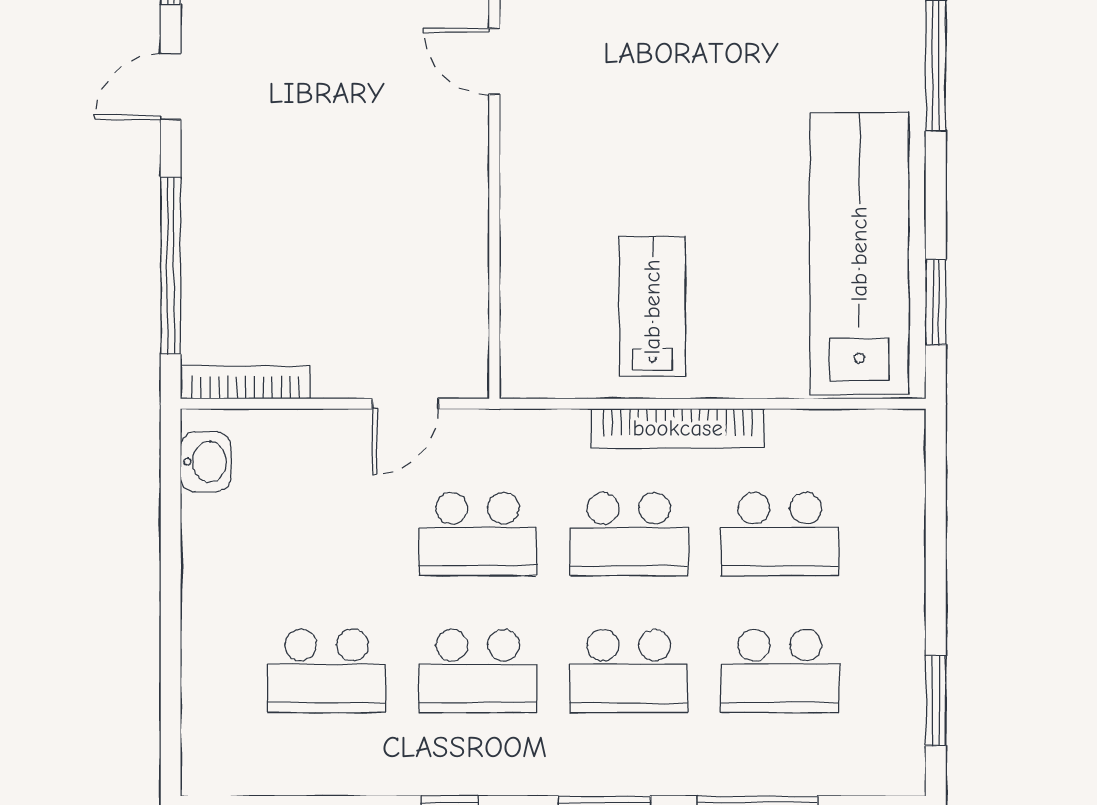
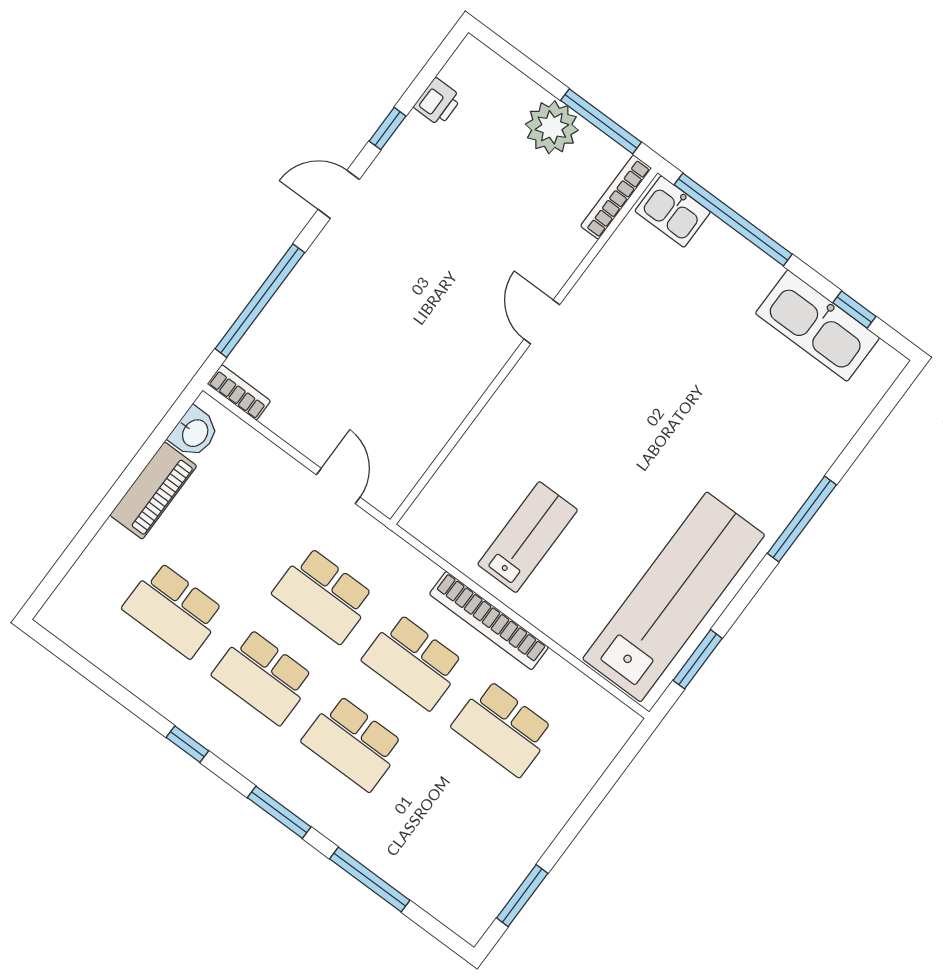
bookcase: (245, 382) -> (239, 392), width x0.64
door: (405, 404) -> (338, 486), swing flipped
piano: (208, 558) -> (153, 491), added
school desk: (780, 671) -> (443, 809), removed

